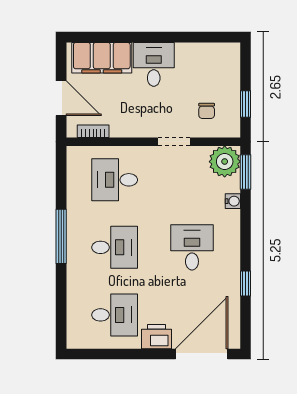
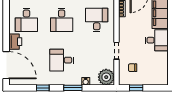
window: (245, 172) -> (73, 88), moved
desk: (192, 247) -> (62, 60), turned 180

